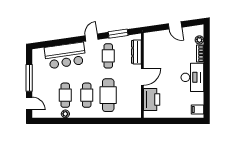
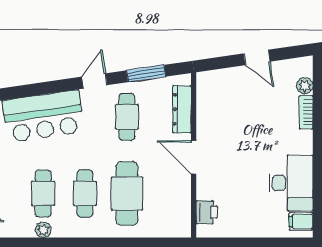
door: (142, 77) -> (194, 157), swing flipped
desk: (192, 77) -> (291, 183), moved
printer: (152, 100) -> (207, 212), width x0.53, depth x0.68

